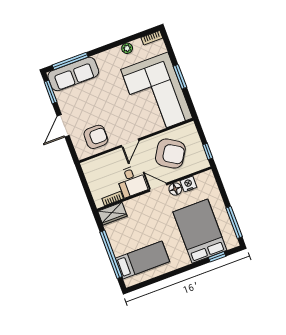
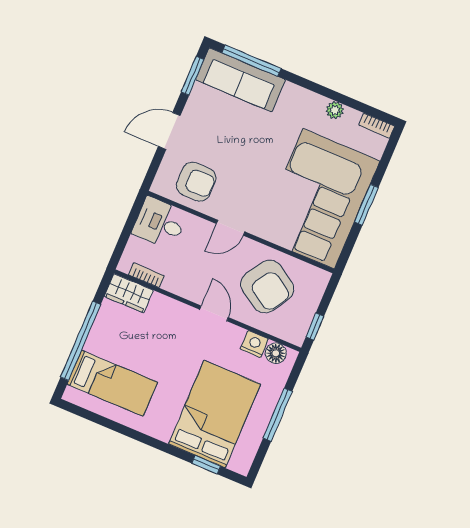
desk: (132, 181) -> (160, 223), moved, turned 90
floor lamp: (175, 189) -> (276, 353), moved
window: (234, 222) -> (278, 415), moved

